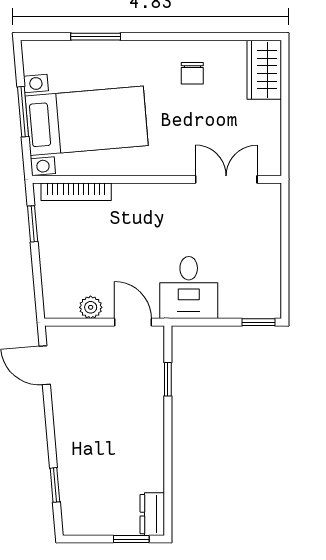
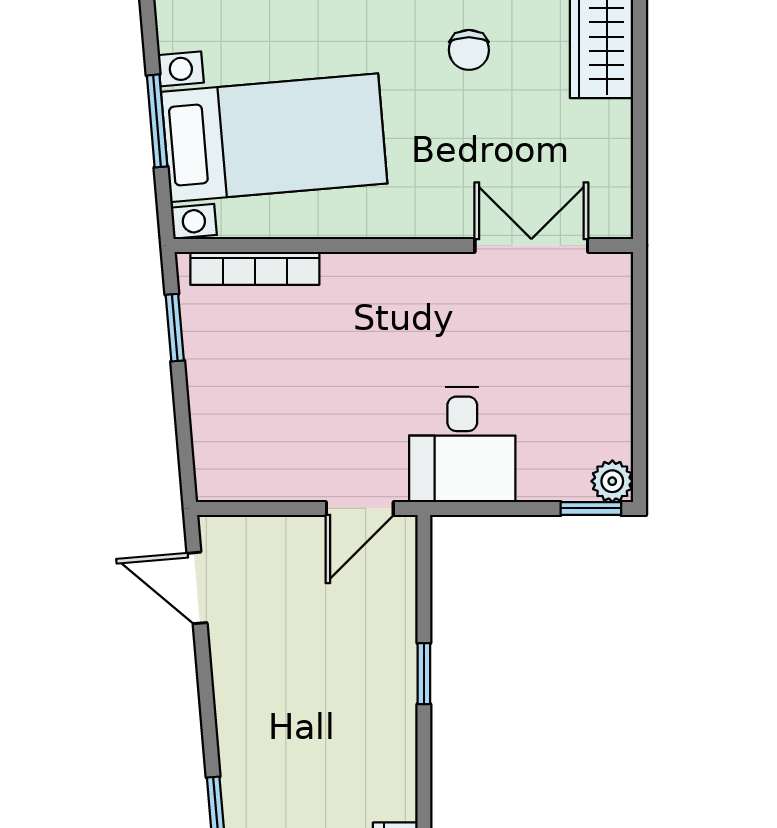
plant: (91, 307) -> (612, 481), moved
door: (133, 322) -> (360, 508), swing flipped
window: (168, 379) -> (424, 674), moved

